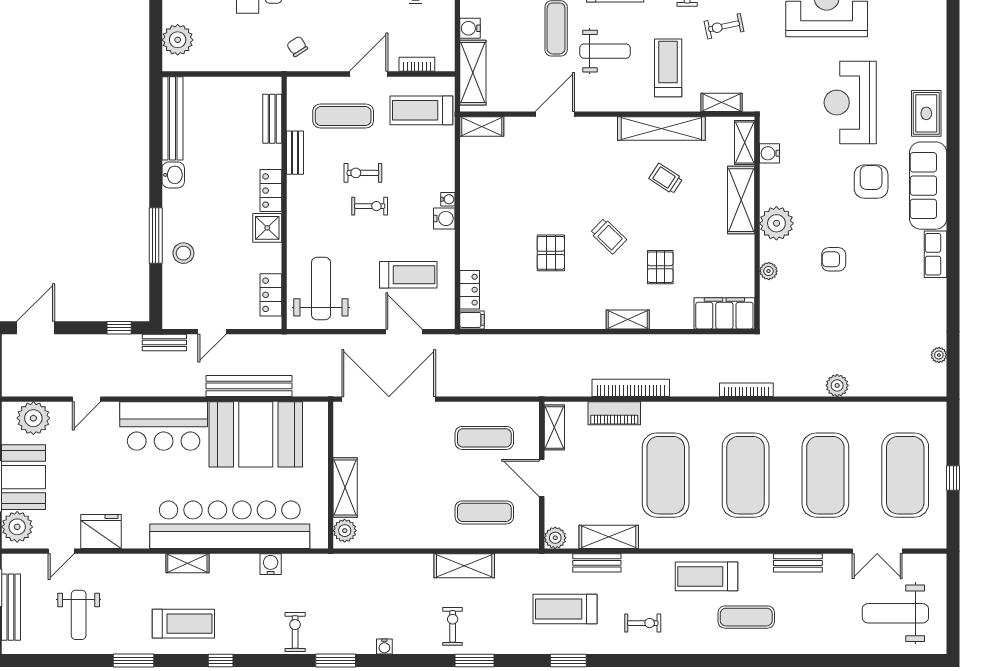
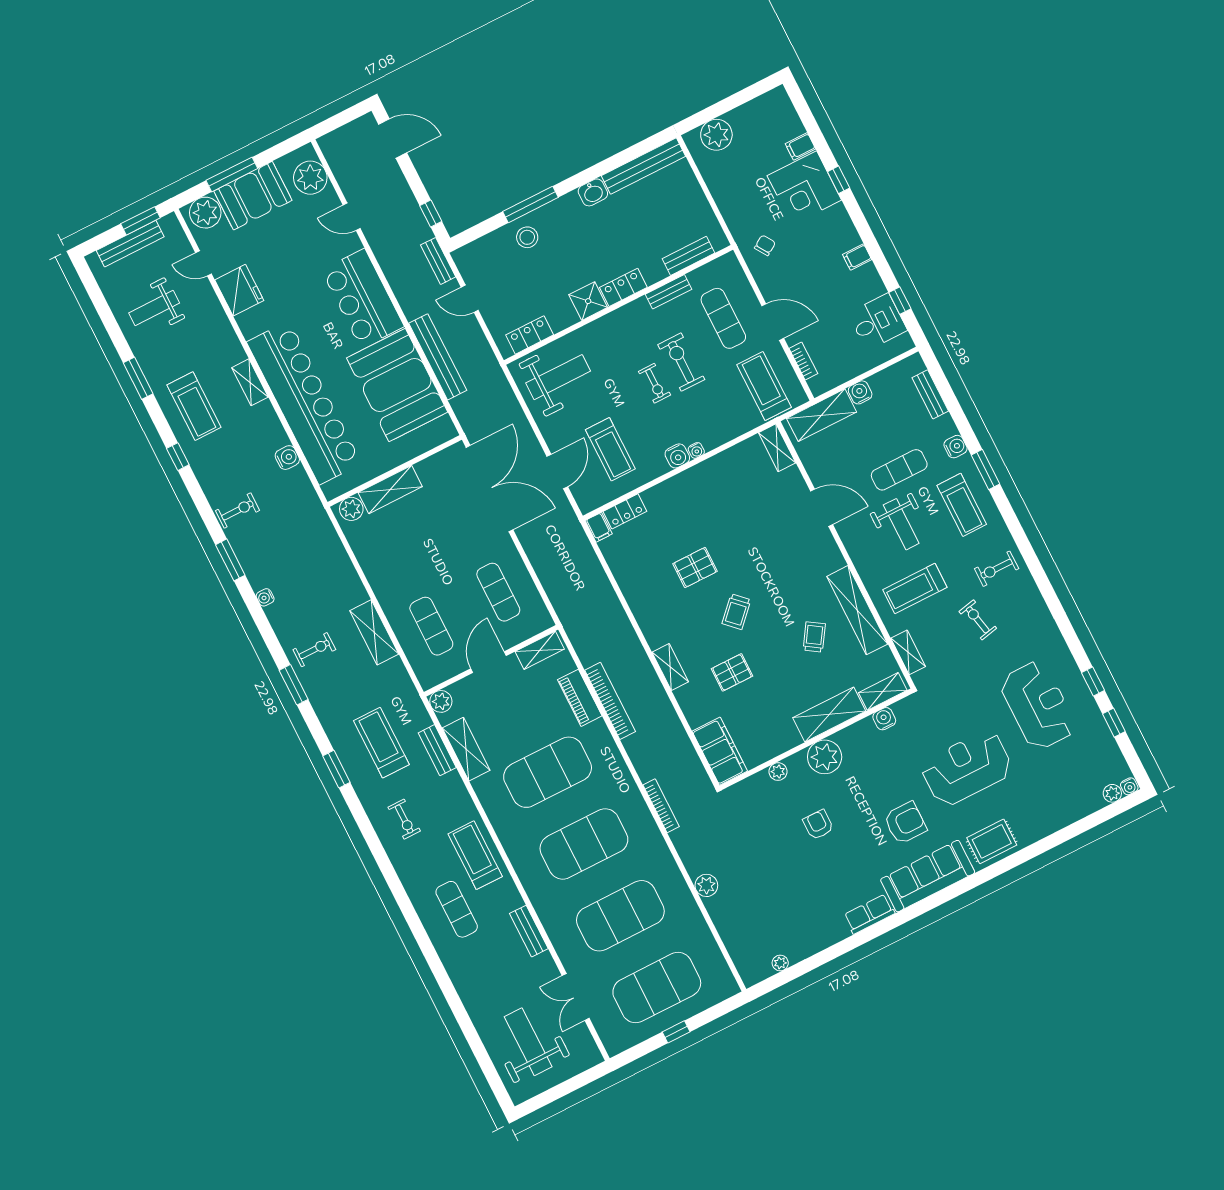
treadmill: (668, 68) -> (915, 588), turned 180
exercise bike: (363, 173) -> (681, 362), width x1.38, depth x1.39

